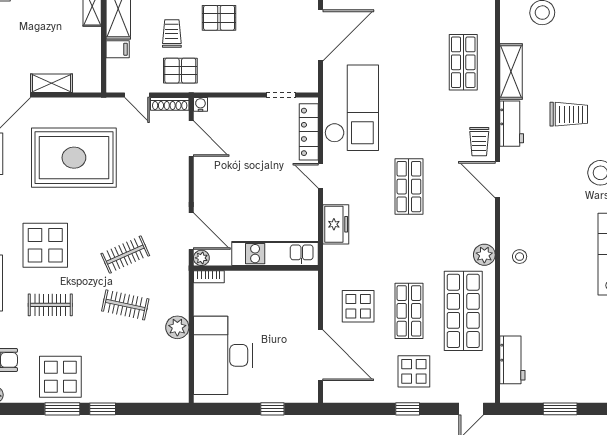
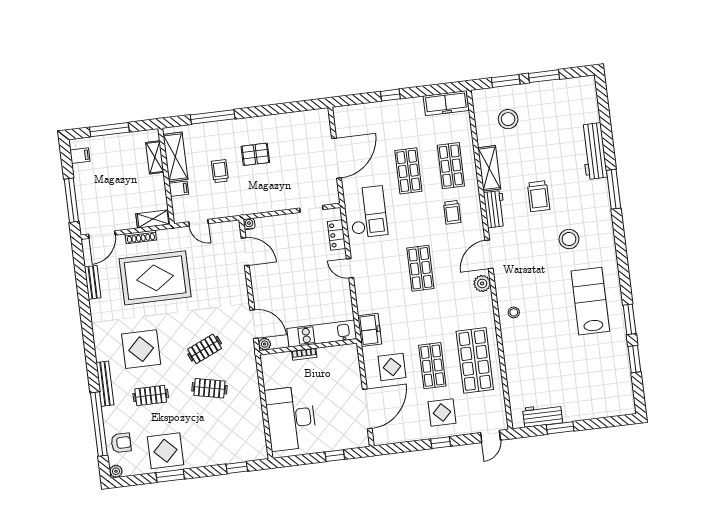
shop shelf: (409, 62) -> (408, 171), added
pallet: (180, 71) -> (230, 199), removed
shelving: (51, 83) -> (153, 219), moved
shoe rack: (170, 104) -> (141, 237), moved
checkout: (352, 108) -> (368, 212), width x0.73, depth x0.83
trolley: (569, 114) -> (539, 196), turned 90
locker: (309, 132) -> (337, 235), width x0.66
trolley: (479, 142) -> (452, 212), moved
door: (497, 180) -> (489, 254), hinge flipped
freezer: (336, 224) -> (370, 330), moved
plant: (484, 255) -> (482, 283), moved
bookcase: (209, 277) -> (304, 354), moved
plant: (177, 327) -> (252, 401), removed
door: (320, 355) -> (367, 409), hinge flipped
workbench: (512, 360) -> (543, 415), moved, turned -90
window: (103, 409) -> (237, 468), moved

